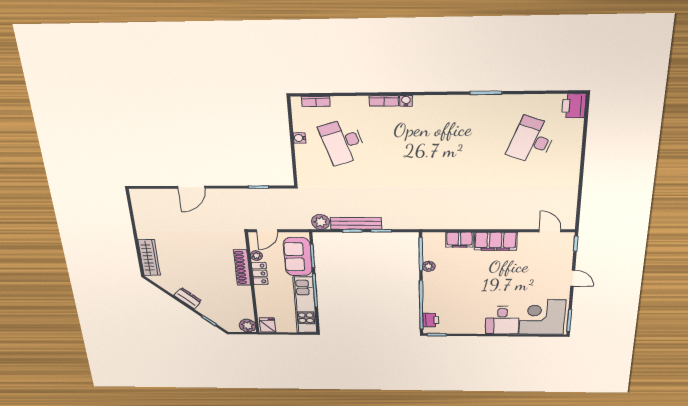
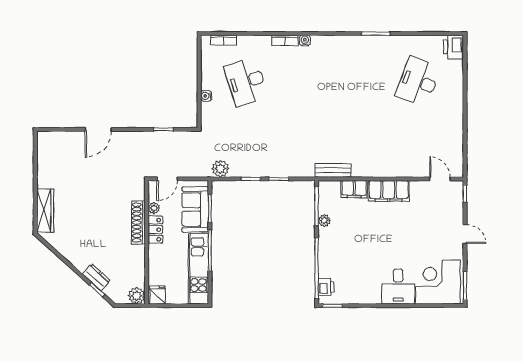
water cooler: (299, 138) -> (206, 96), moved
bench: (356, 223) -> (333, 170), moved, width x0.73
dresser: (188, 298) -> (96, 277), moved

